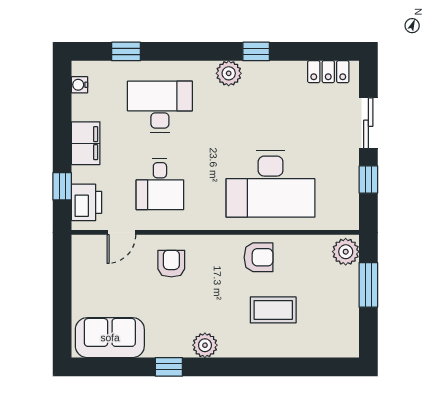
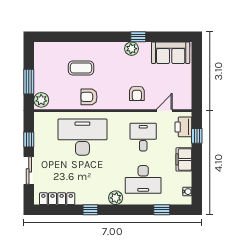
locker: (328, 72) -> (57, 199), width x1.53
plant: (229, 73) -> (116, 198), moved
plant: (205, 345) -> (132, 49), moved

